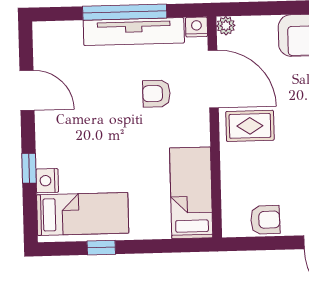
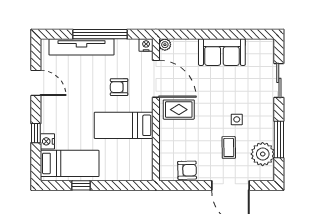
tv unit: (134, 32) -> (81, 47), moved
bed: (191, 193) -> (124, 125), moved, turned -90

